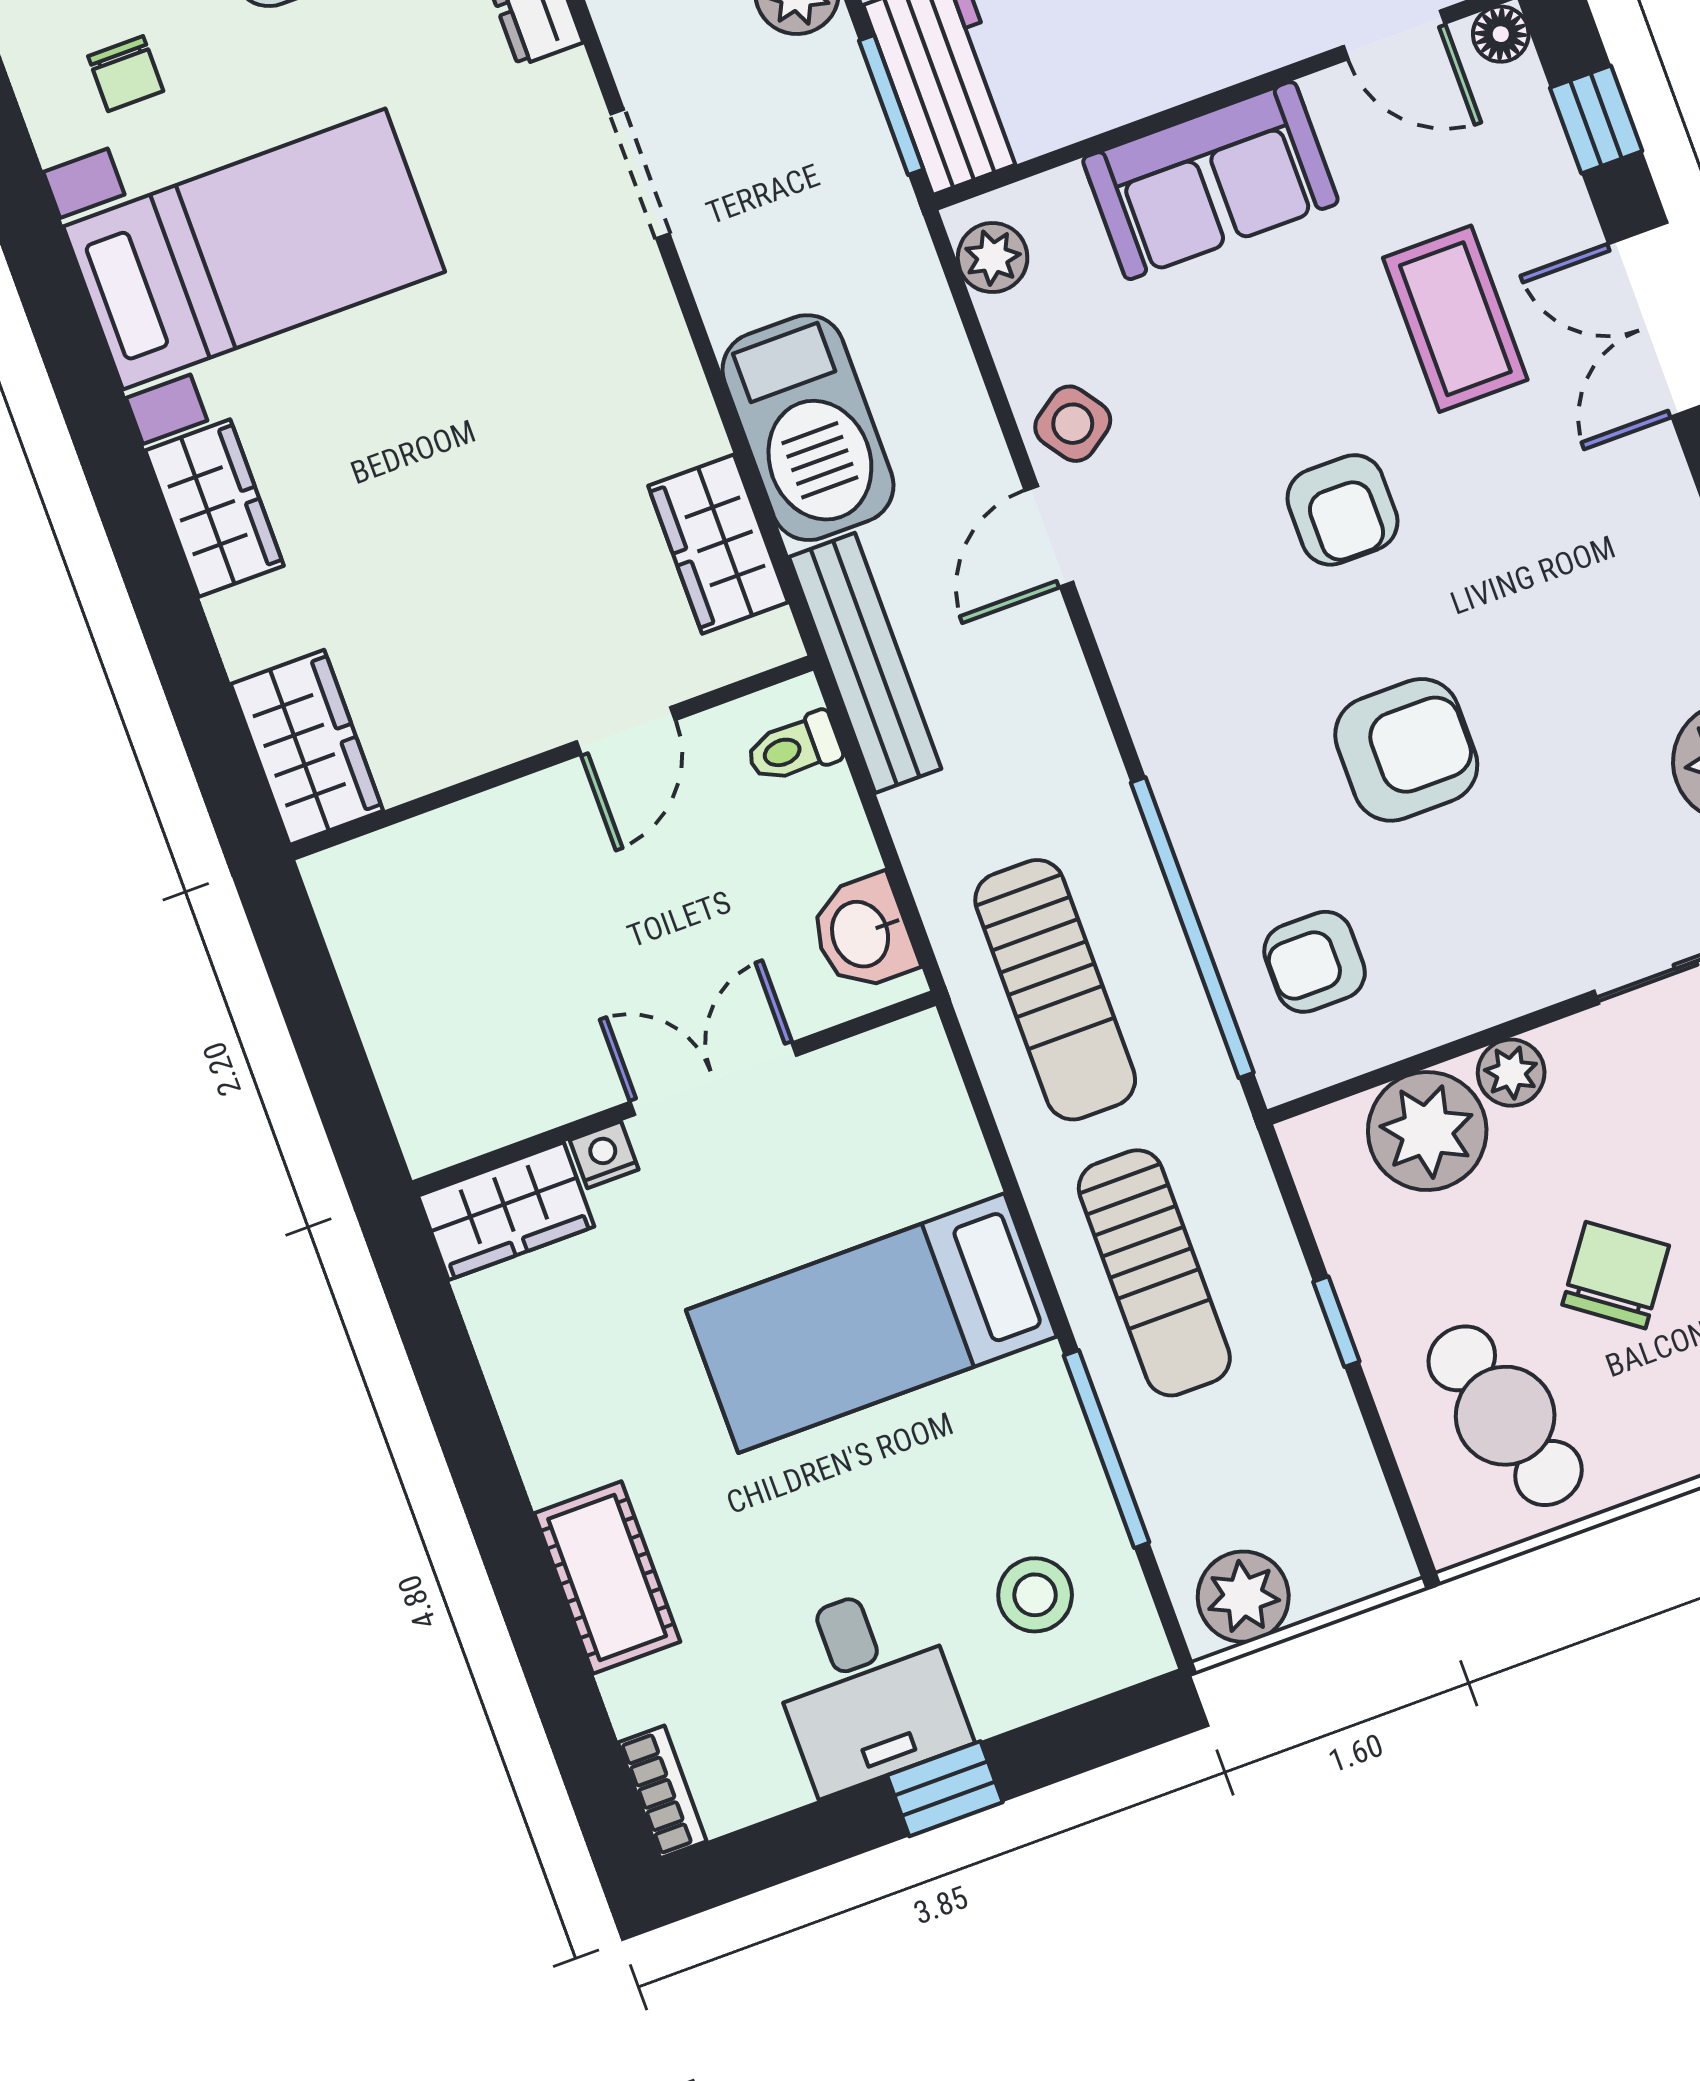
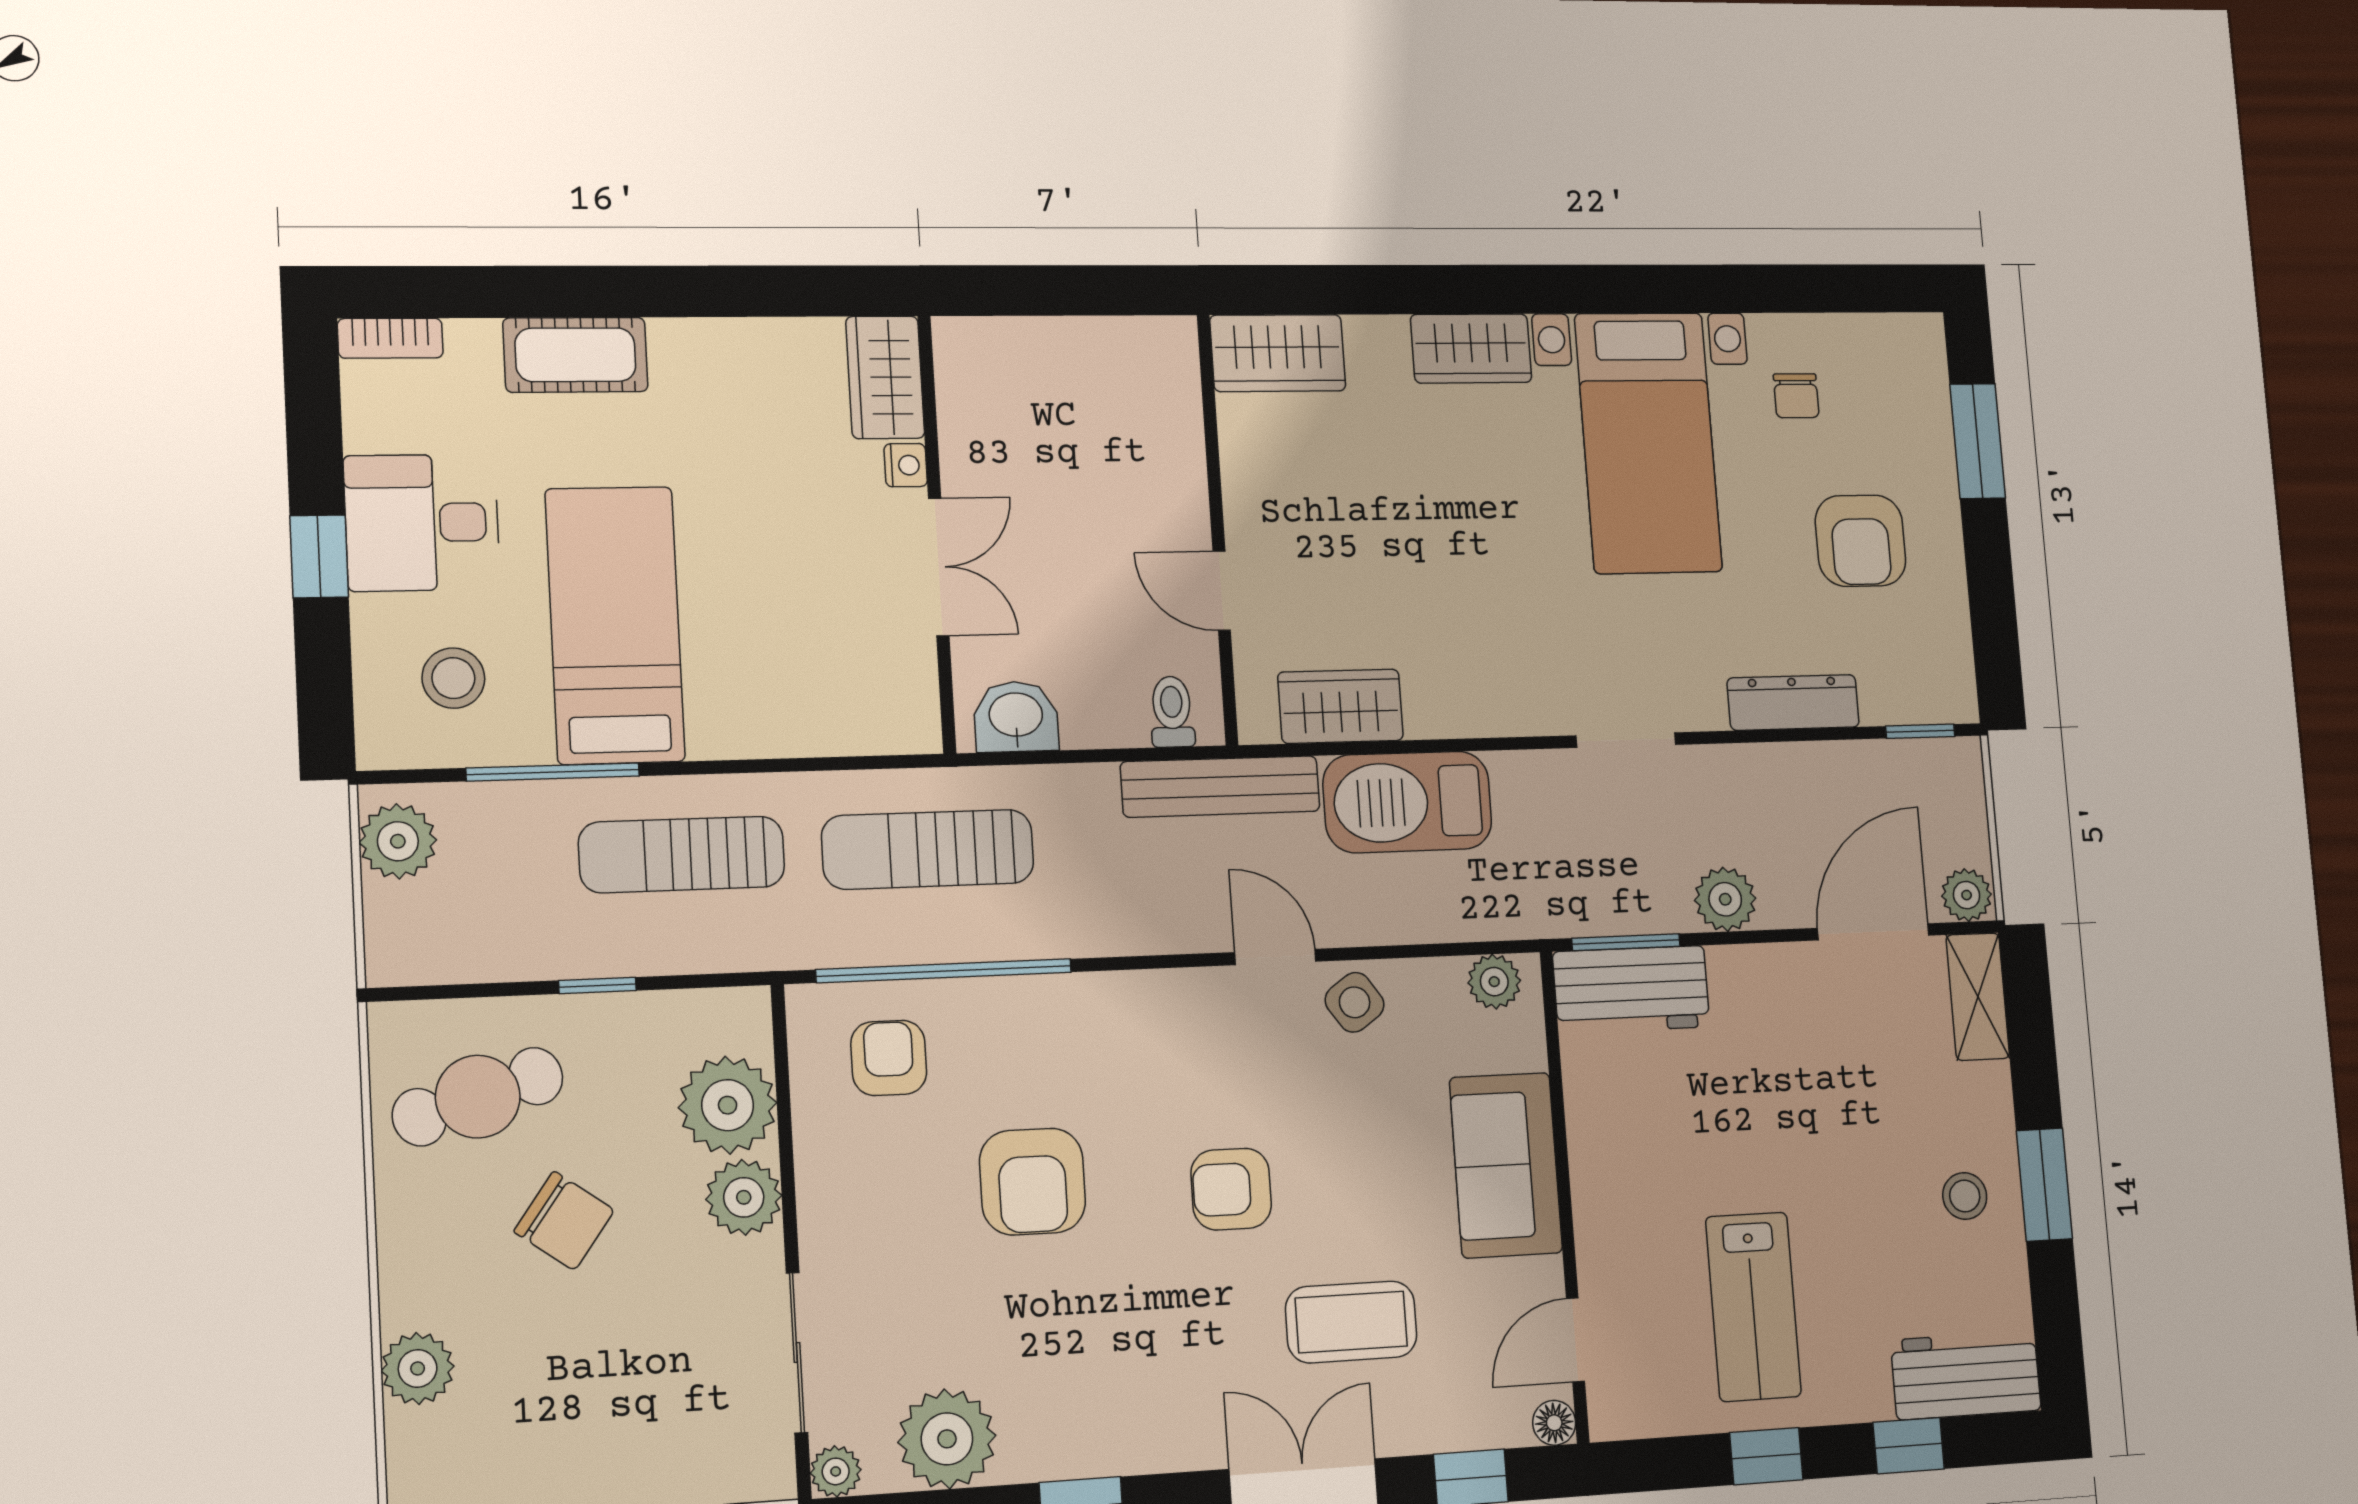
chair: (126, 74) -> (1796, 396), turned -90
plant: (1511, 1073) -> (744, 1197), width x1.38, depth x1.38
bed: (871, 1323) -> (615, 625), moved

